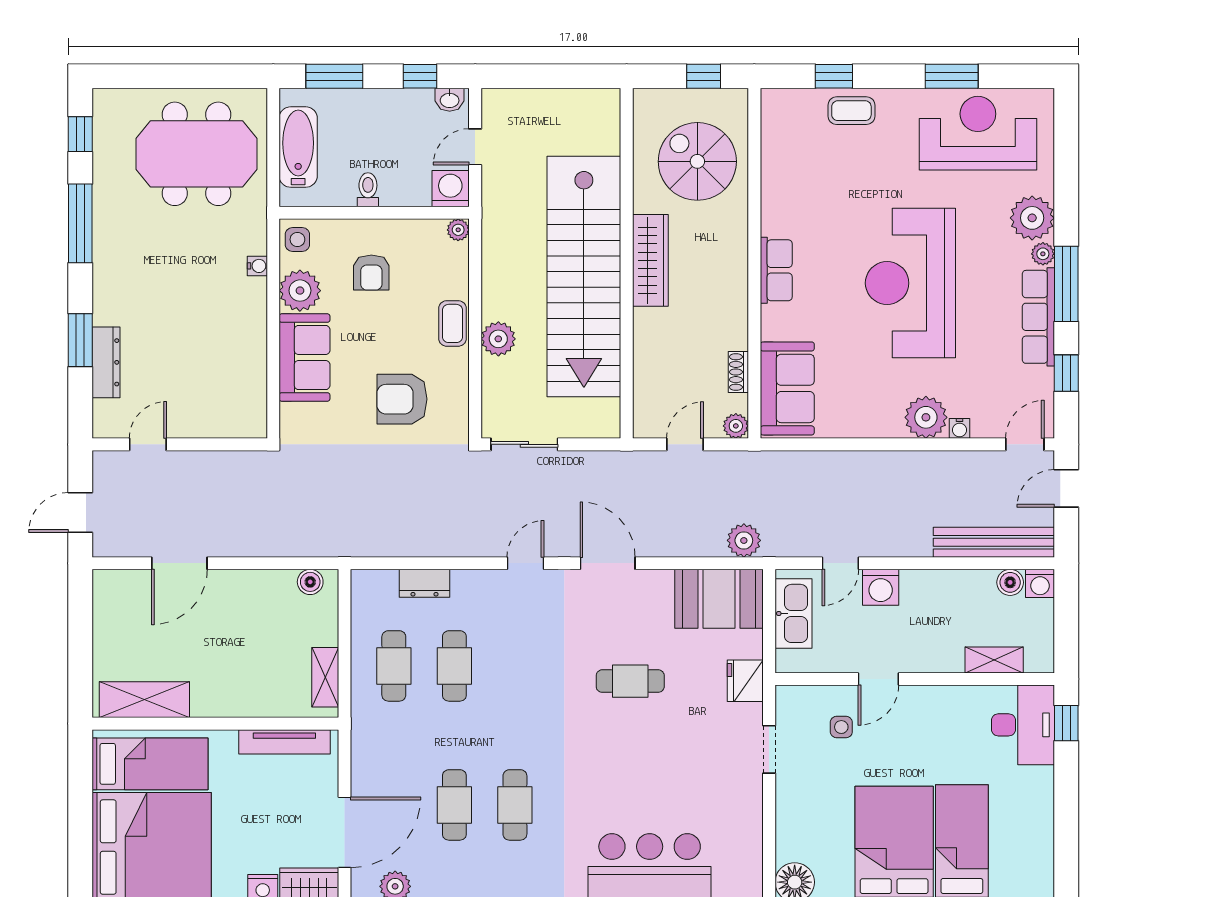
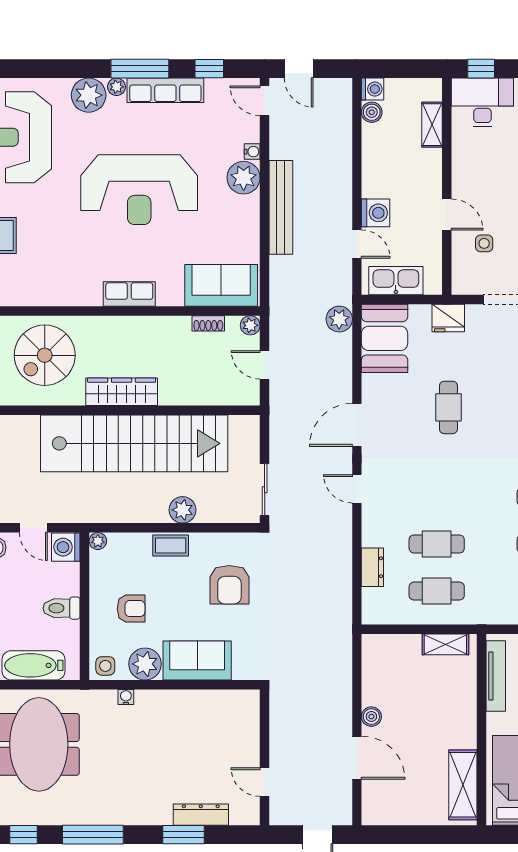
toilet: (368, 190) -> (62, 608), width x1.37, depth x1.39
bench: (994, 542) -> (281, 207), moved
boiler: (310, 582) -> (371, 717), moved

